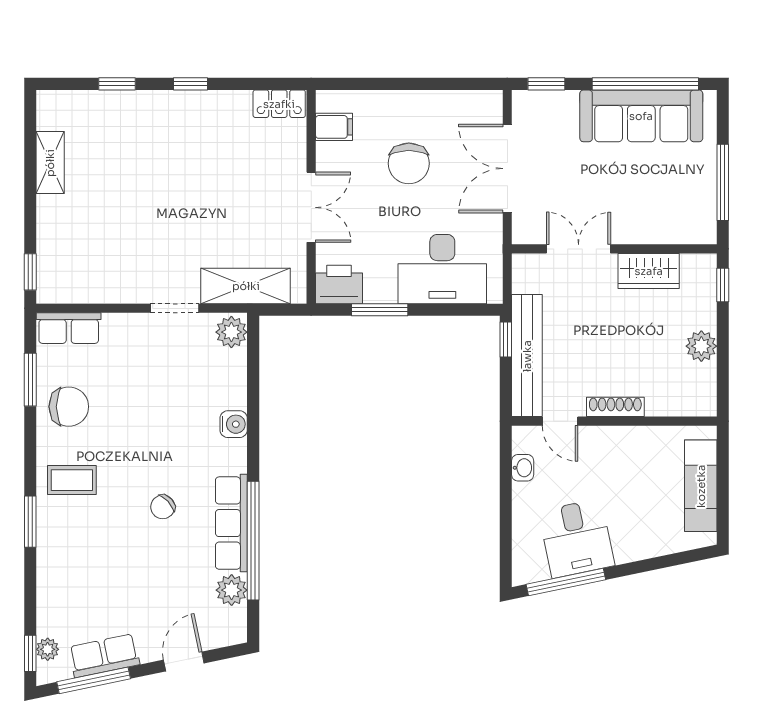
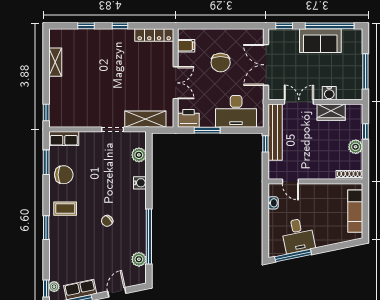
locker: (279, 104) -> (154, 35), width x1.53
sofa: (641, 116) -> (320, 41), width x0.73
water cooler: (644, 230) -> (329, 93), added
window: (723, 285) -> (365, 131), moved
plant: (231, 332) -> (139, 155), moved
bench: (527, 356) -> (275, 132), moved
shoe rack: (615, 407) -> (349, 175), moved
row of seats: (231, 523) -> (139, 228), removed

